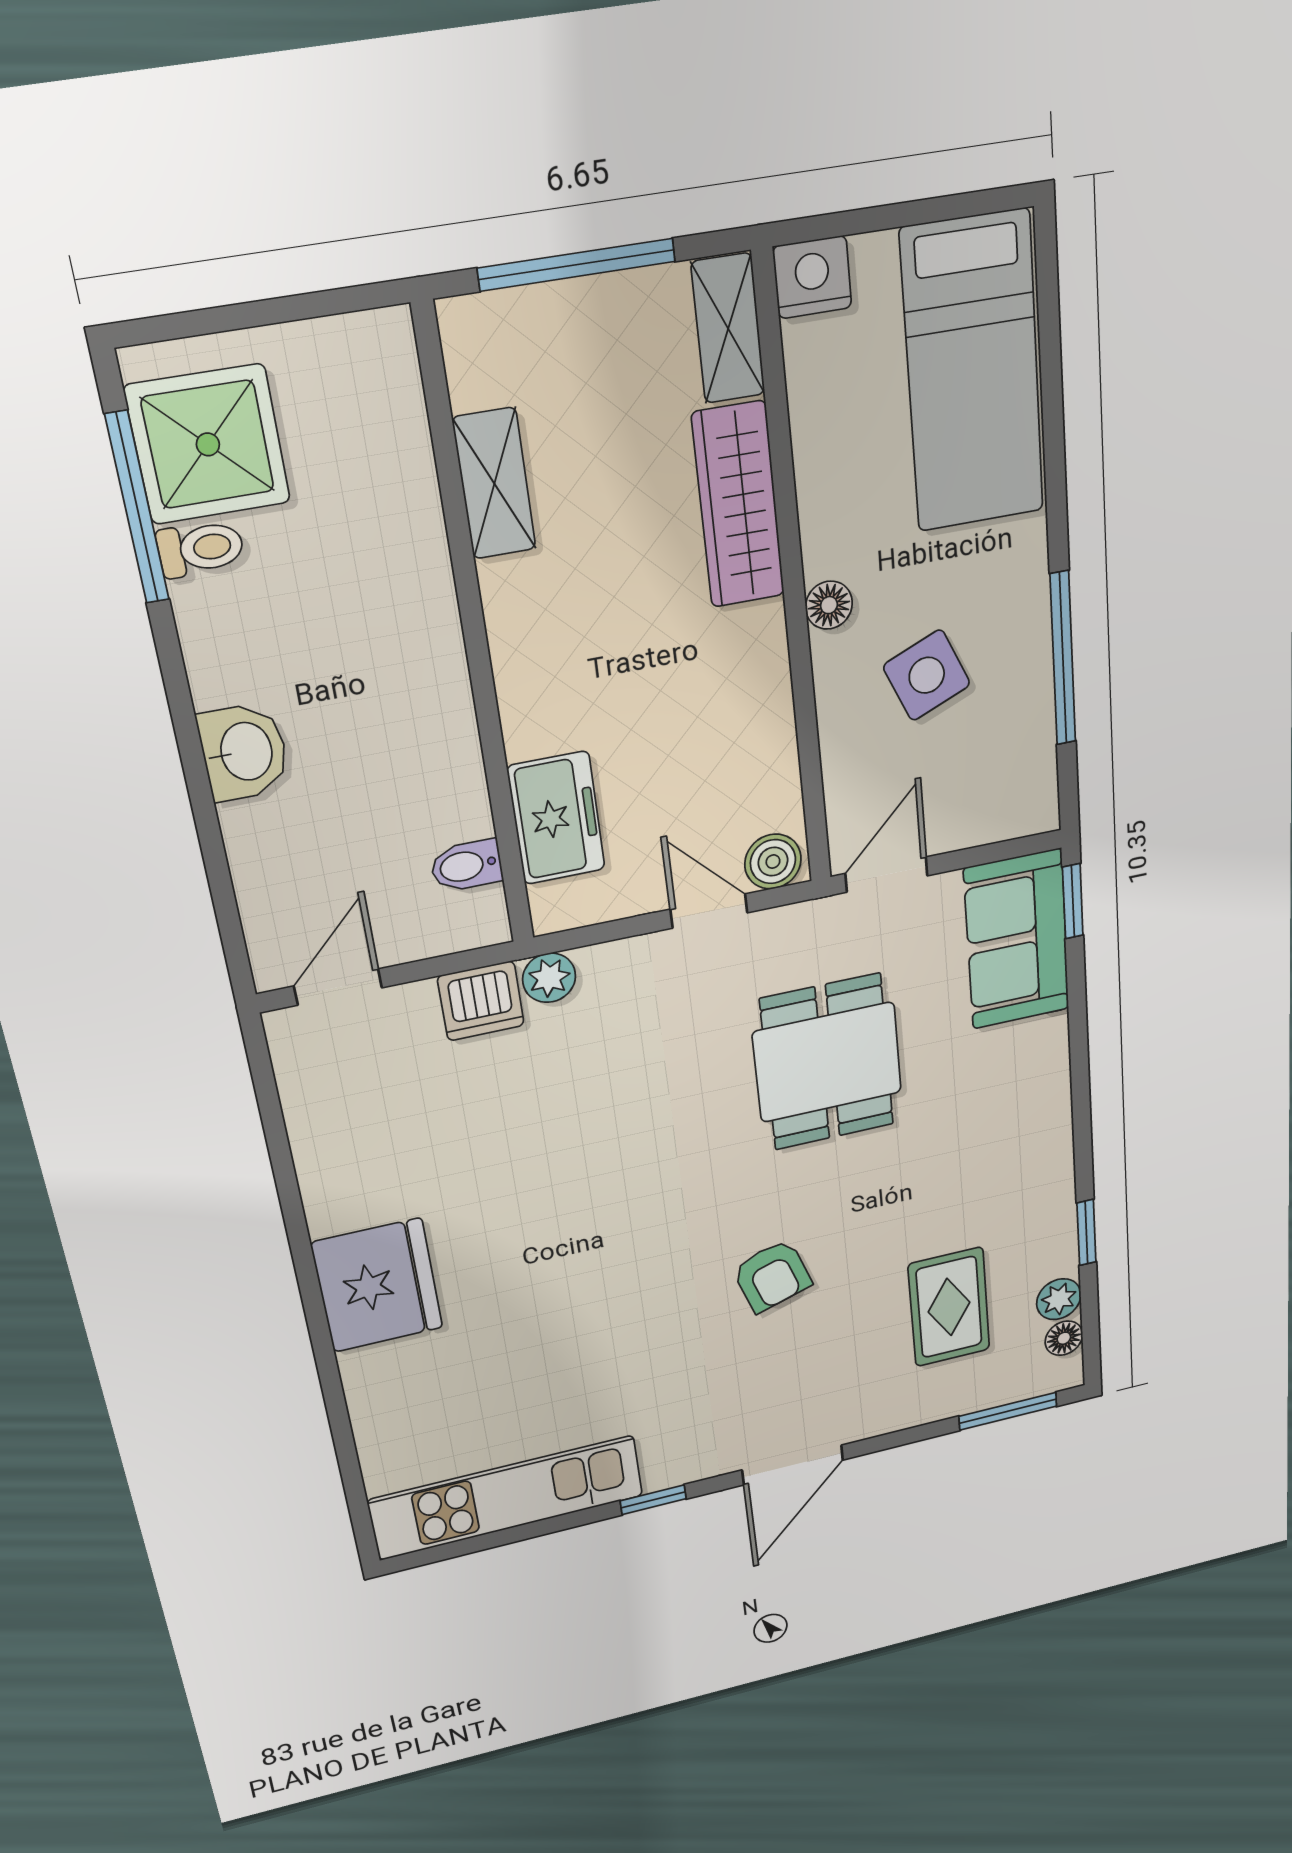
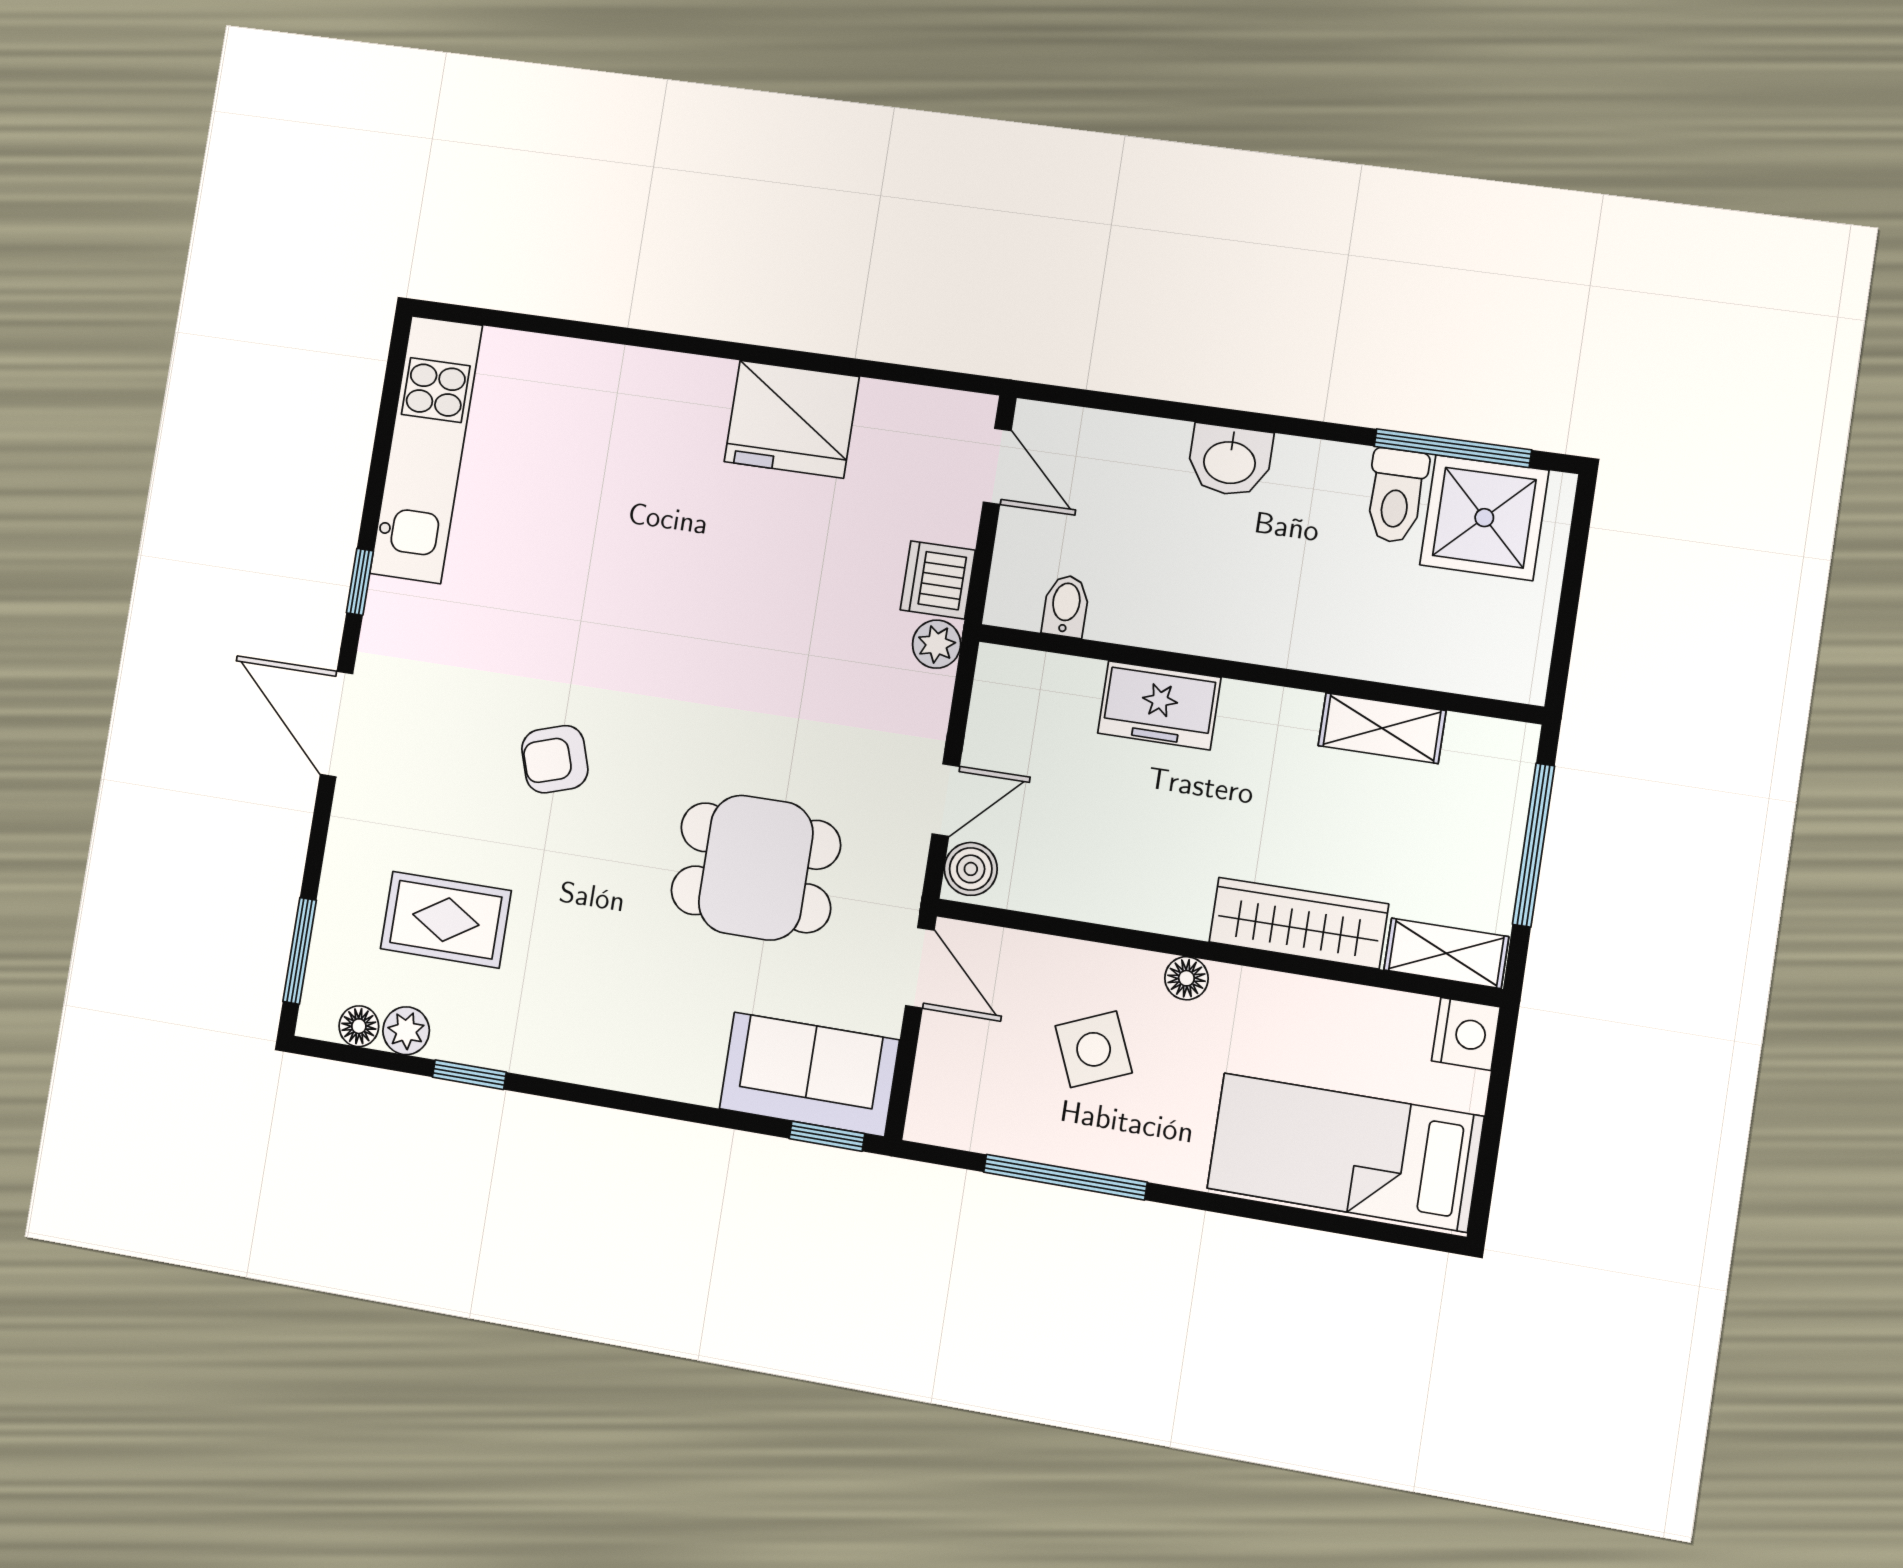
toilet: (201, 549) -> (1396, 496), width x1.37, depth x1.39
freezer: (556, 818) -> (1159, 705), moved
fridge: (377, 1285) -> (792, 419), moved

